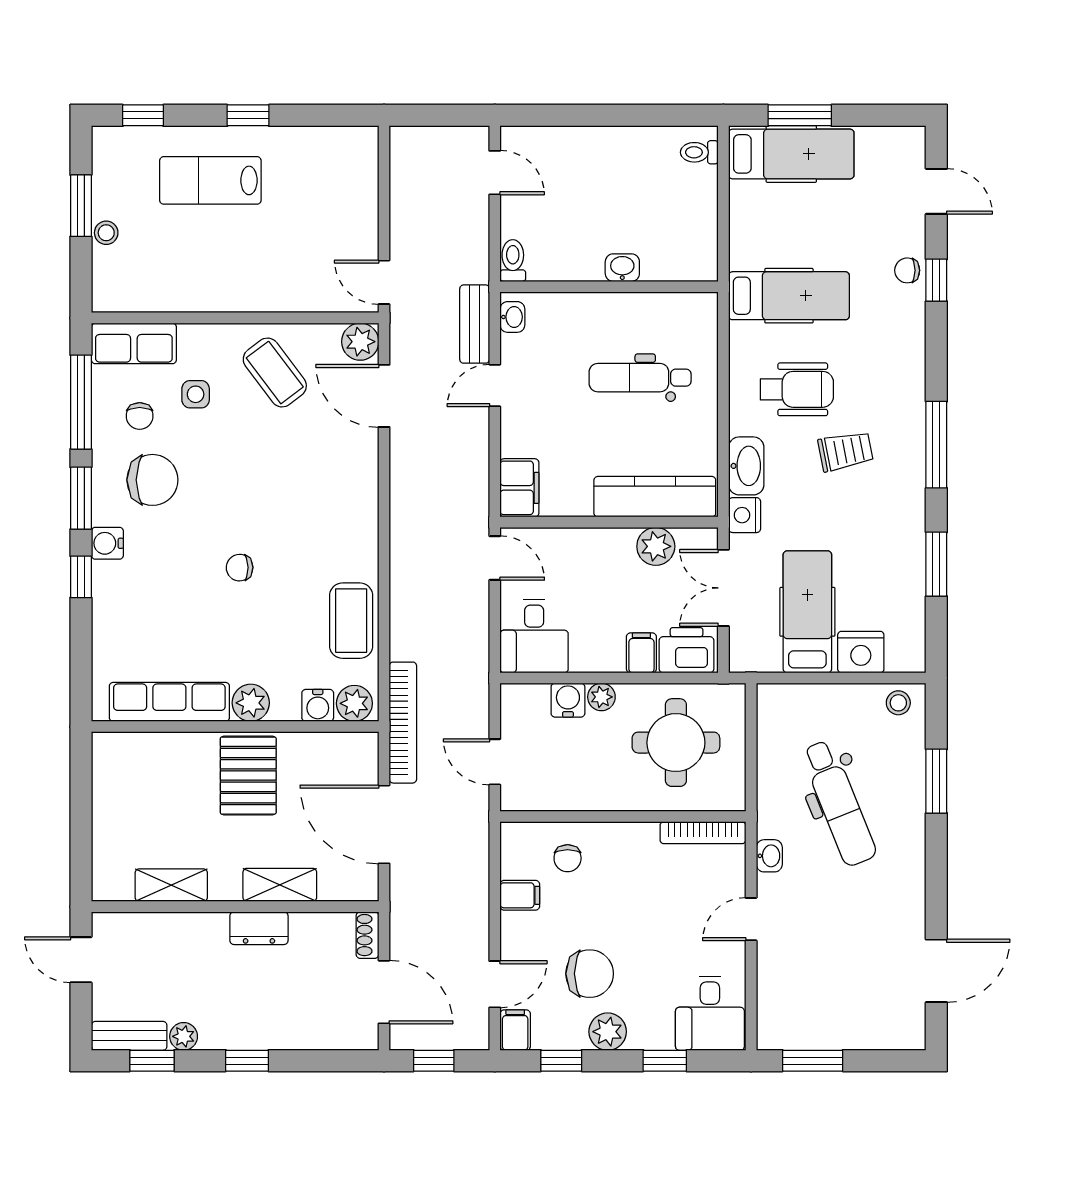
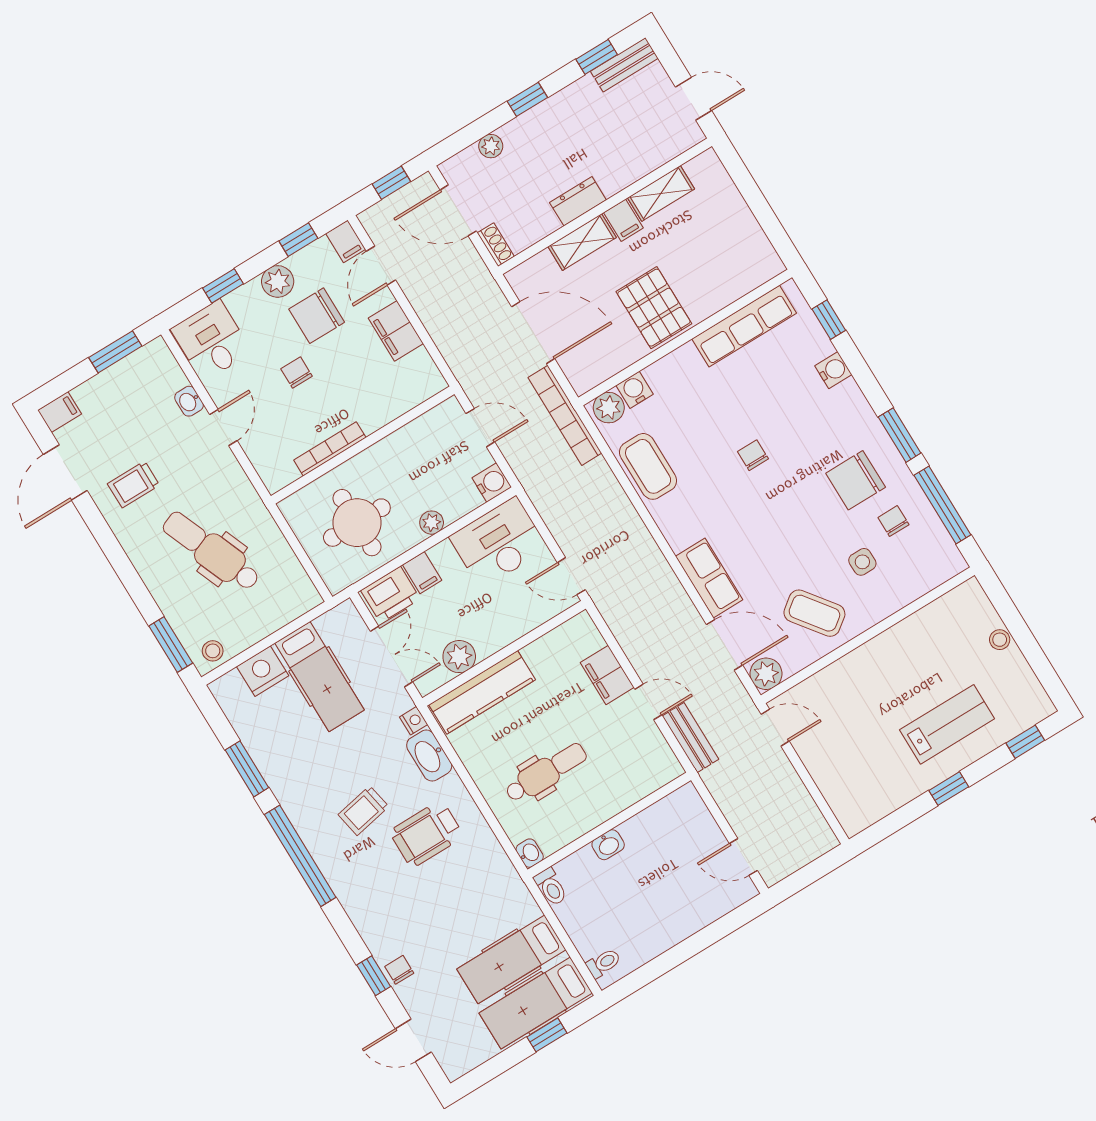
window: (800, 115) -> (547, 1035), width x0.67
window: (81, 206) -> (1030, 648), removed
toilet: (513, 261) -> (551, 887), moved
chair: (907, 270) -> (399, 970), turned -90
hospital bed: (789, 296) -> (511, 959), moved
washbasin: (512, 317) -> (530, 853), moved, turned 180
row of seats: (134, 343) -> (709, 578), moved, turned 90
door: (495, 385) -> (648, 702), hinge flipped
window: (936, 445) -> (300, 856), width x1.46
filing cabinet: (519, 488) -> (607, 675), moved
nightstand: (745, 515) -> (414, 721), width x0.72, depth x0.74
water cooler: (107, 543) -> (833, 370), moved
chair: (240, 568) -> (753, 455), turned -89
window: (81, 577) -> (829, 320), moved
desk: (534, 636) -> (499, 543), width x1.37
water cooler: (568, 700) -> (492, 483), moved, turned -90
plant: (251, 703) -> (684, 362), removed
window: (936, 781) -> (171, 644), moved
bookcase: (703, 833) -> (330, 449), moved
washbasin: (769, 856) -> (189, 401), moved
chair: (568, 858) -> (296, 373), moved
filing cabinet: (225, 881) -> (623, 220), added
filing cabinet: (520, 895) -> (396, 331), width x2.00
trolley: (876, 917) -> (133, 484), added
filing cabinet: (905, 1035) -> (59, 412), added
plant: (184, 1036) -> (491, 146), moved

